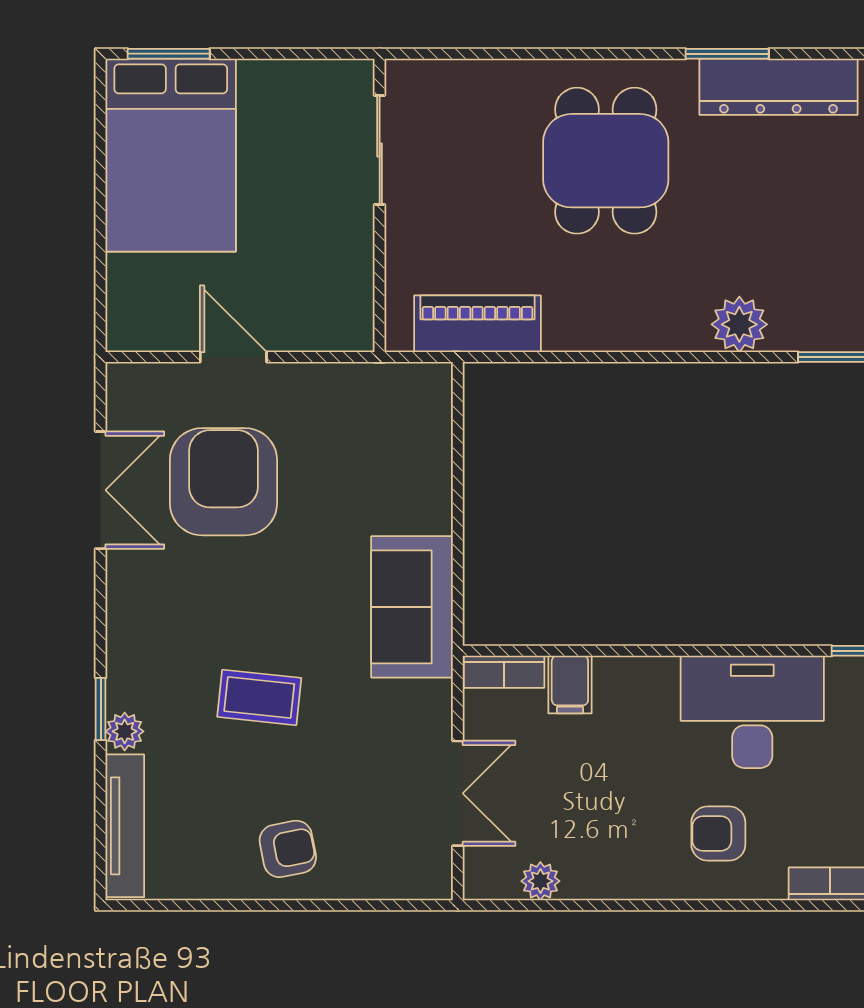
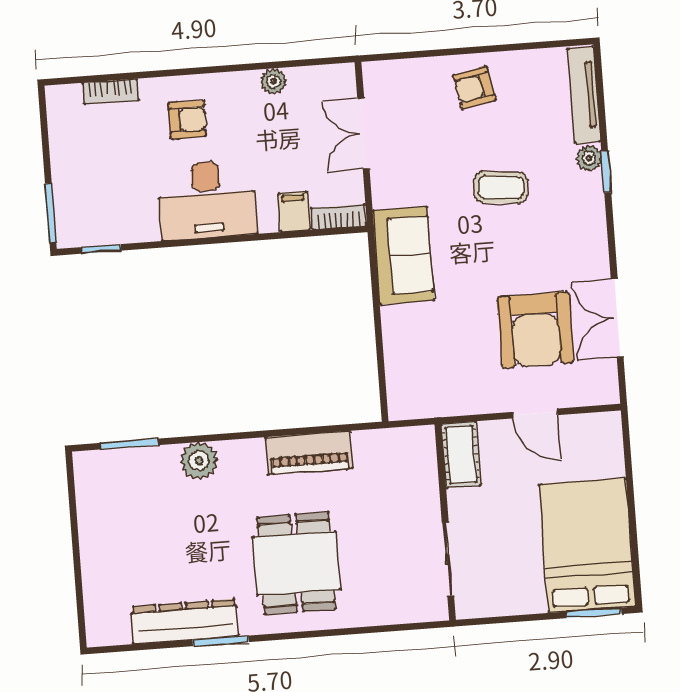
cot: (348, 304) -> (461, 455), added
piano: (478, 324) -> (309, 453), moved
desk: (752, 712) -> (207, 200), moved
plant: (540, 881) -> (273, 81), moved

